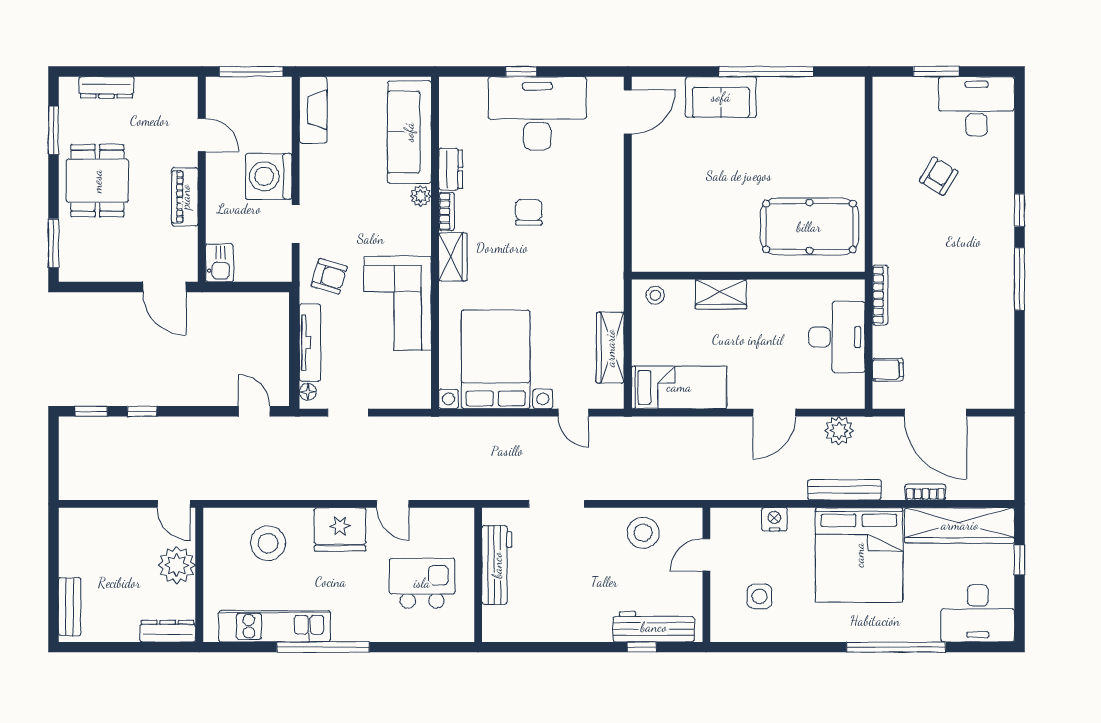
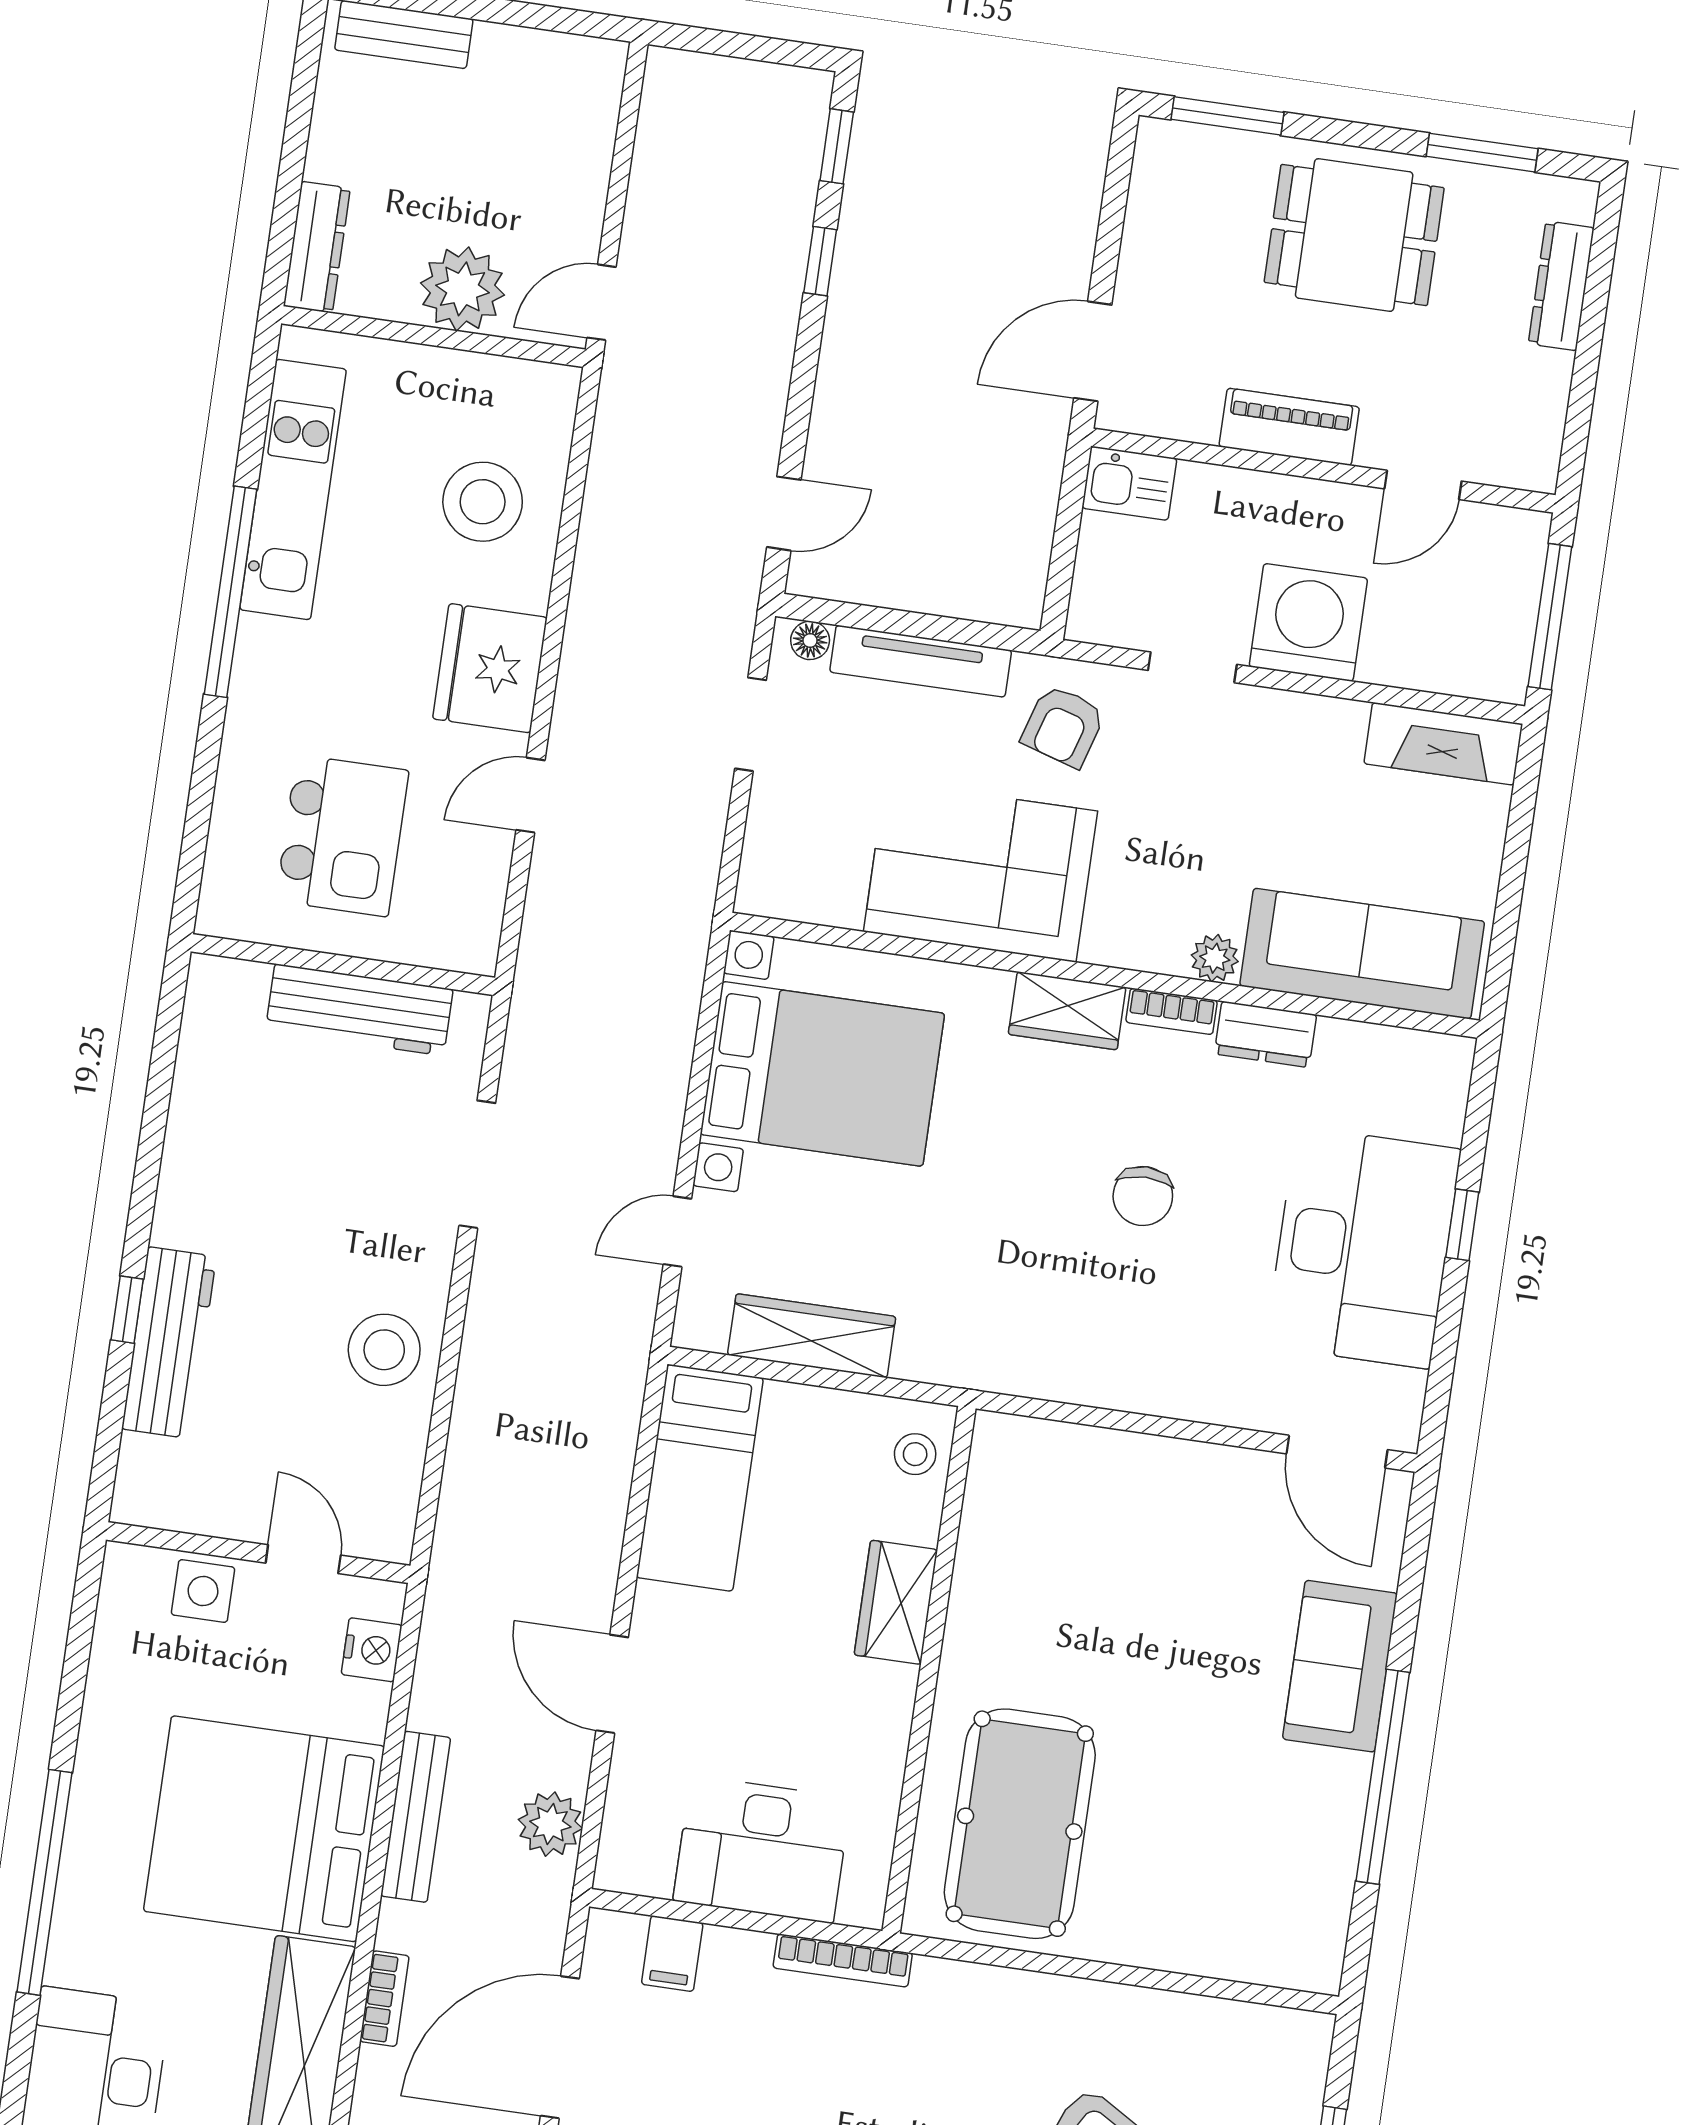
chair: (529, 212) -> (1143, 1196), turned 90
door: (706, 555) -> (303, 1559), moved
wall: (706, 575) -> (258, 1553), moved

